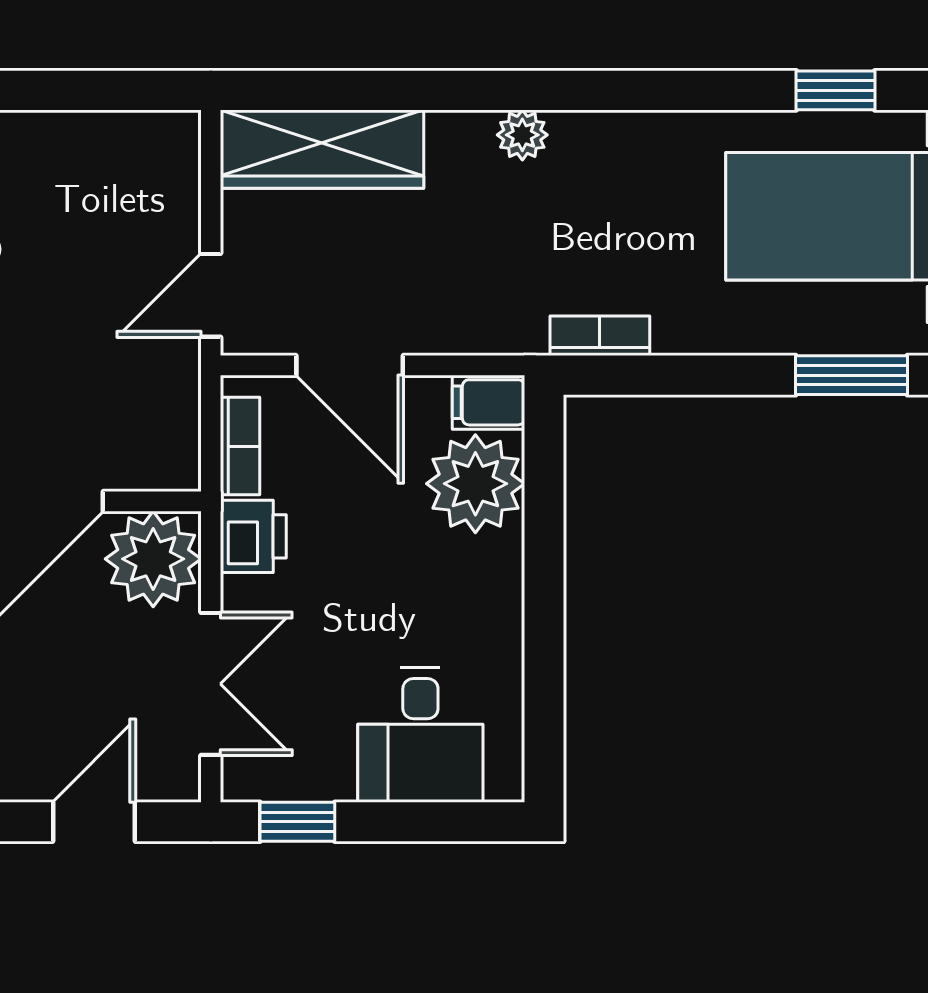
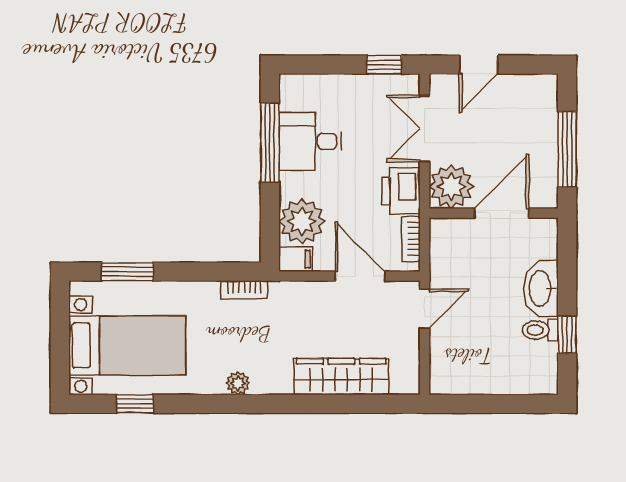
plant: (522, 135) -> (238, 383), moved
wardrobe: (322, 149) -> (341, 377), moved
printer: (253, 536) -> (401, 191), width x1.36, depth x1.24
window: (544, 654) -> (270, 142), added
desk: (420, 735) -> (310, 141), moved, turned -90

